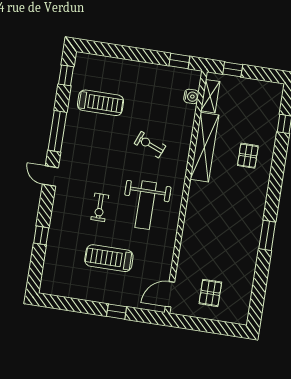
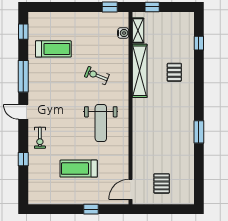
exercise bike: (100, 207) -> (40, 138), moved

